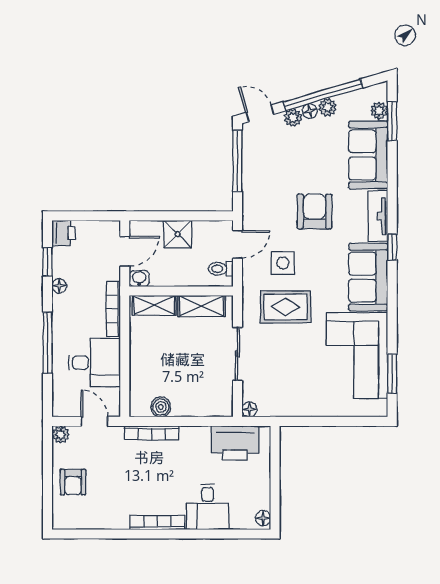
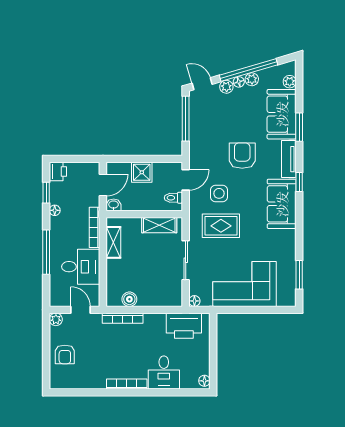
window: (392, 121) -> (299, 127), moved
shelving: (154, 305) -> (113, 242), moved, turned 90
corner sofa: (357, 356) -> (244, 284), moved, turned 90

